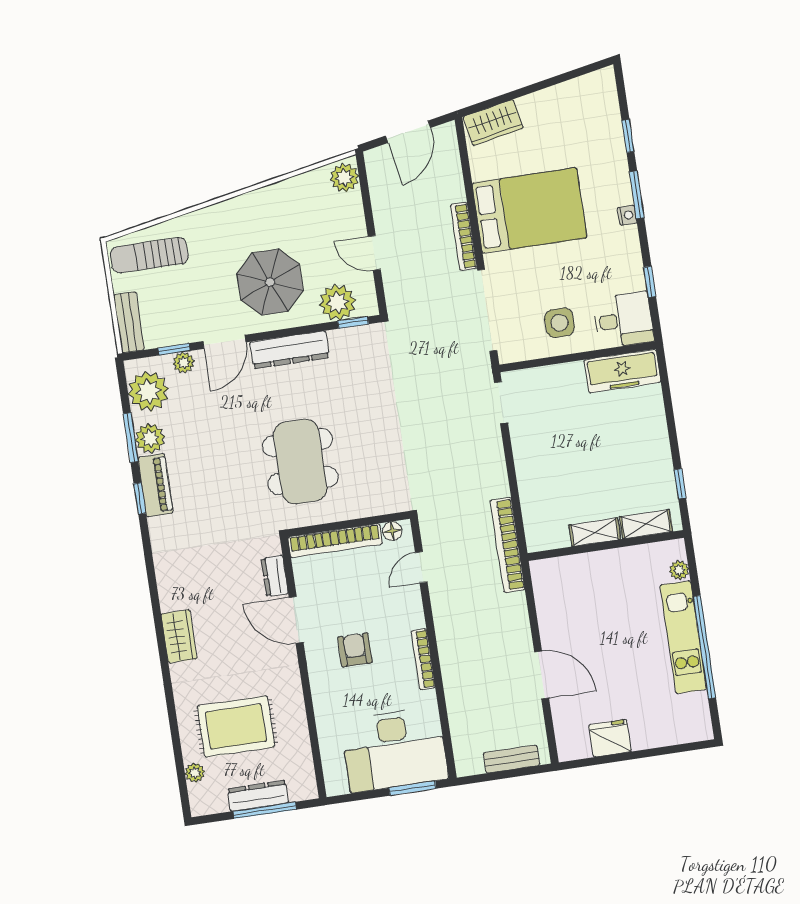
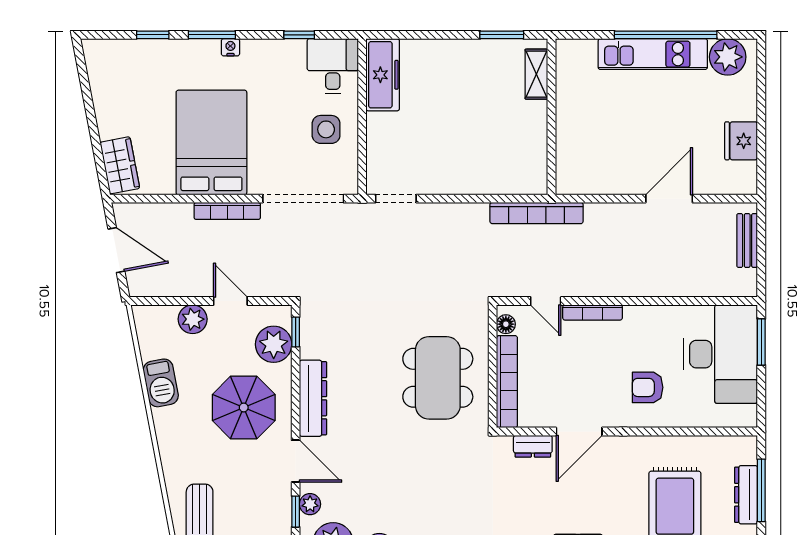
plant: (344, 178) -> (193, 319), moved
barbecue: (282, 196) -> (161, 383), added
door: (374, 253) -> (230, 301), swing flipped
dining table: (300, 461) -> (438, 378), moved, turned 90
window: (680, 484) -> (502, 35), width x1.50
shelving: (595, 532) -> (537, 126), removed
plant: (679, 570) -> (728, 57), moved, width x1.87, depth x1.87
armchair: (355, 650) -> (648, 387), moved
bookcase: (423, 659) -> (593, 312), moved

